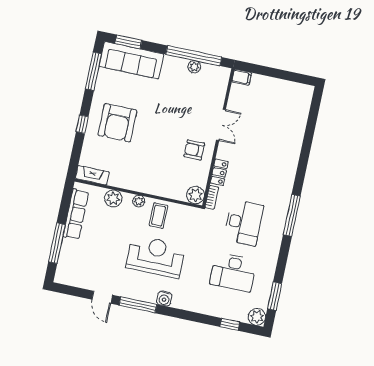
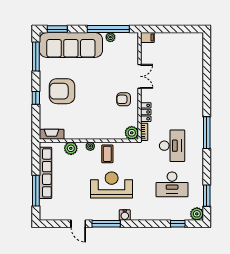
sofa: (131, 60) -> (71, 45), width x1.36, depth x1.27
armchair: (117, 123) -> (62, 91), turned 90
row of seats: (76, 214) -> (45, 173), width x1.36

